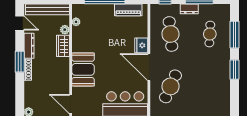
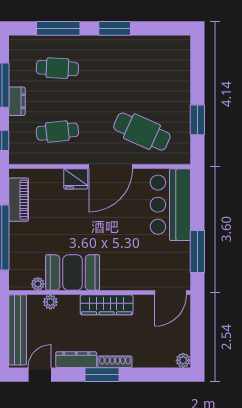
cafe table: (170, 34) -> (57, 132), width x0.73, depth x0.74
wardrobe: (63, 46) -> (107, 305), moved, width x1.50
booth: (83, 69) -> (73, 273), moved

